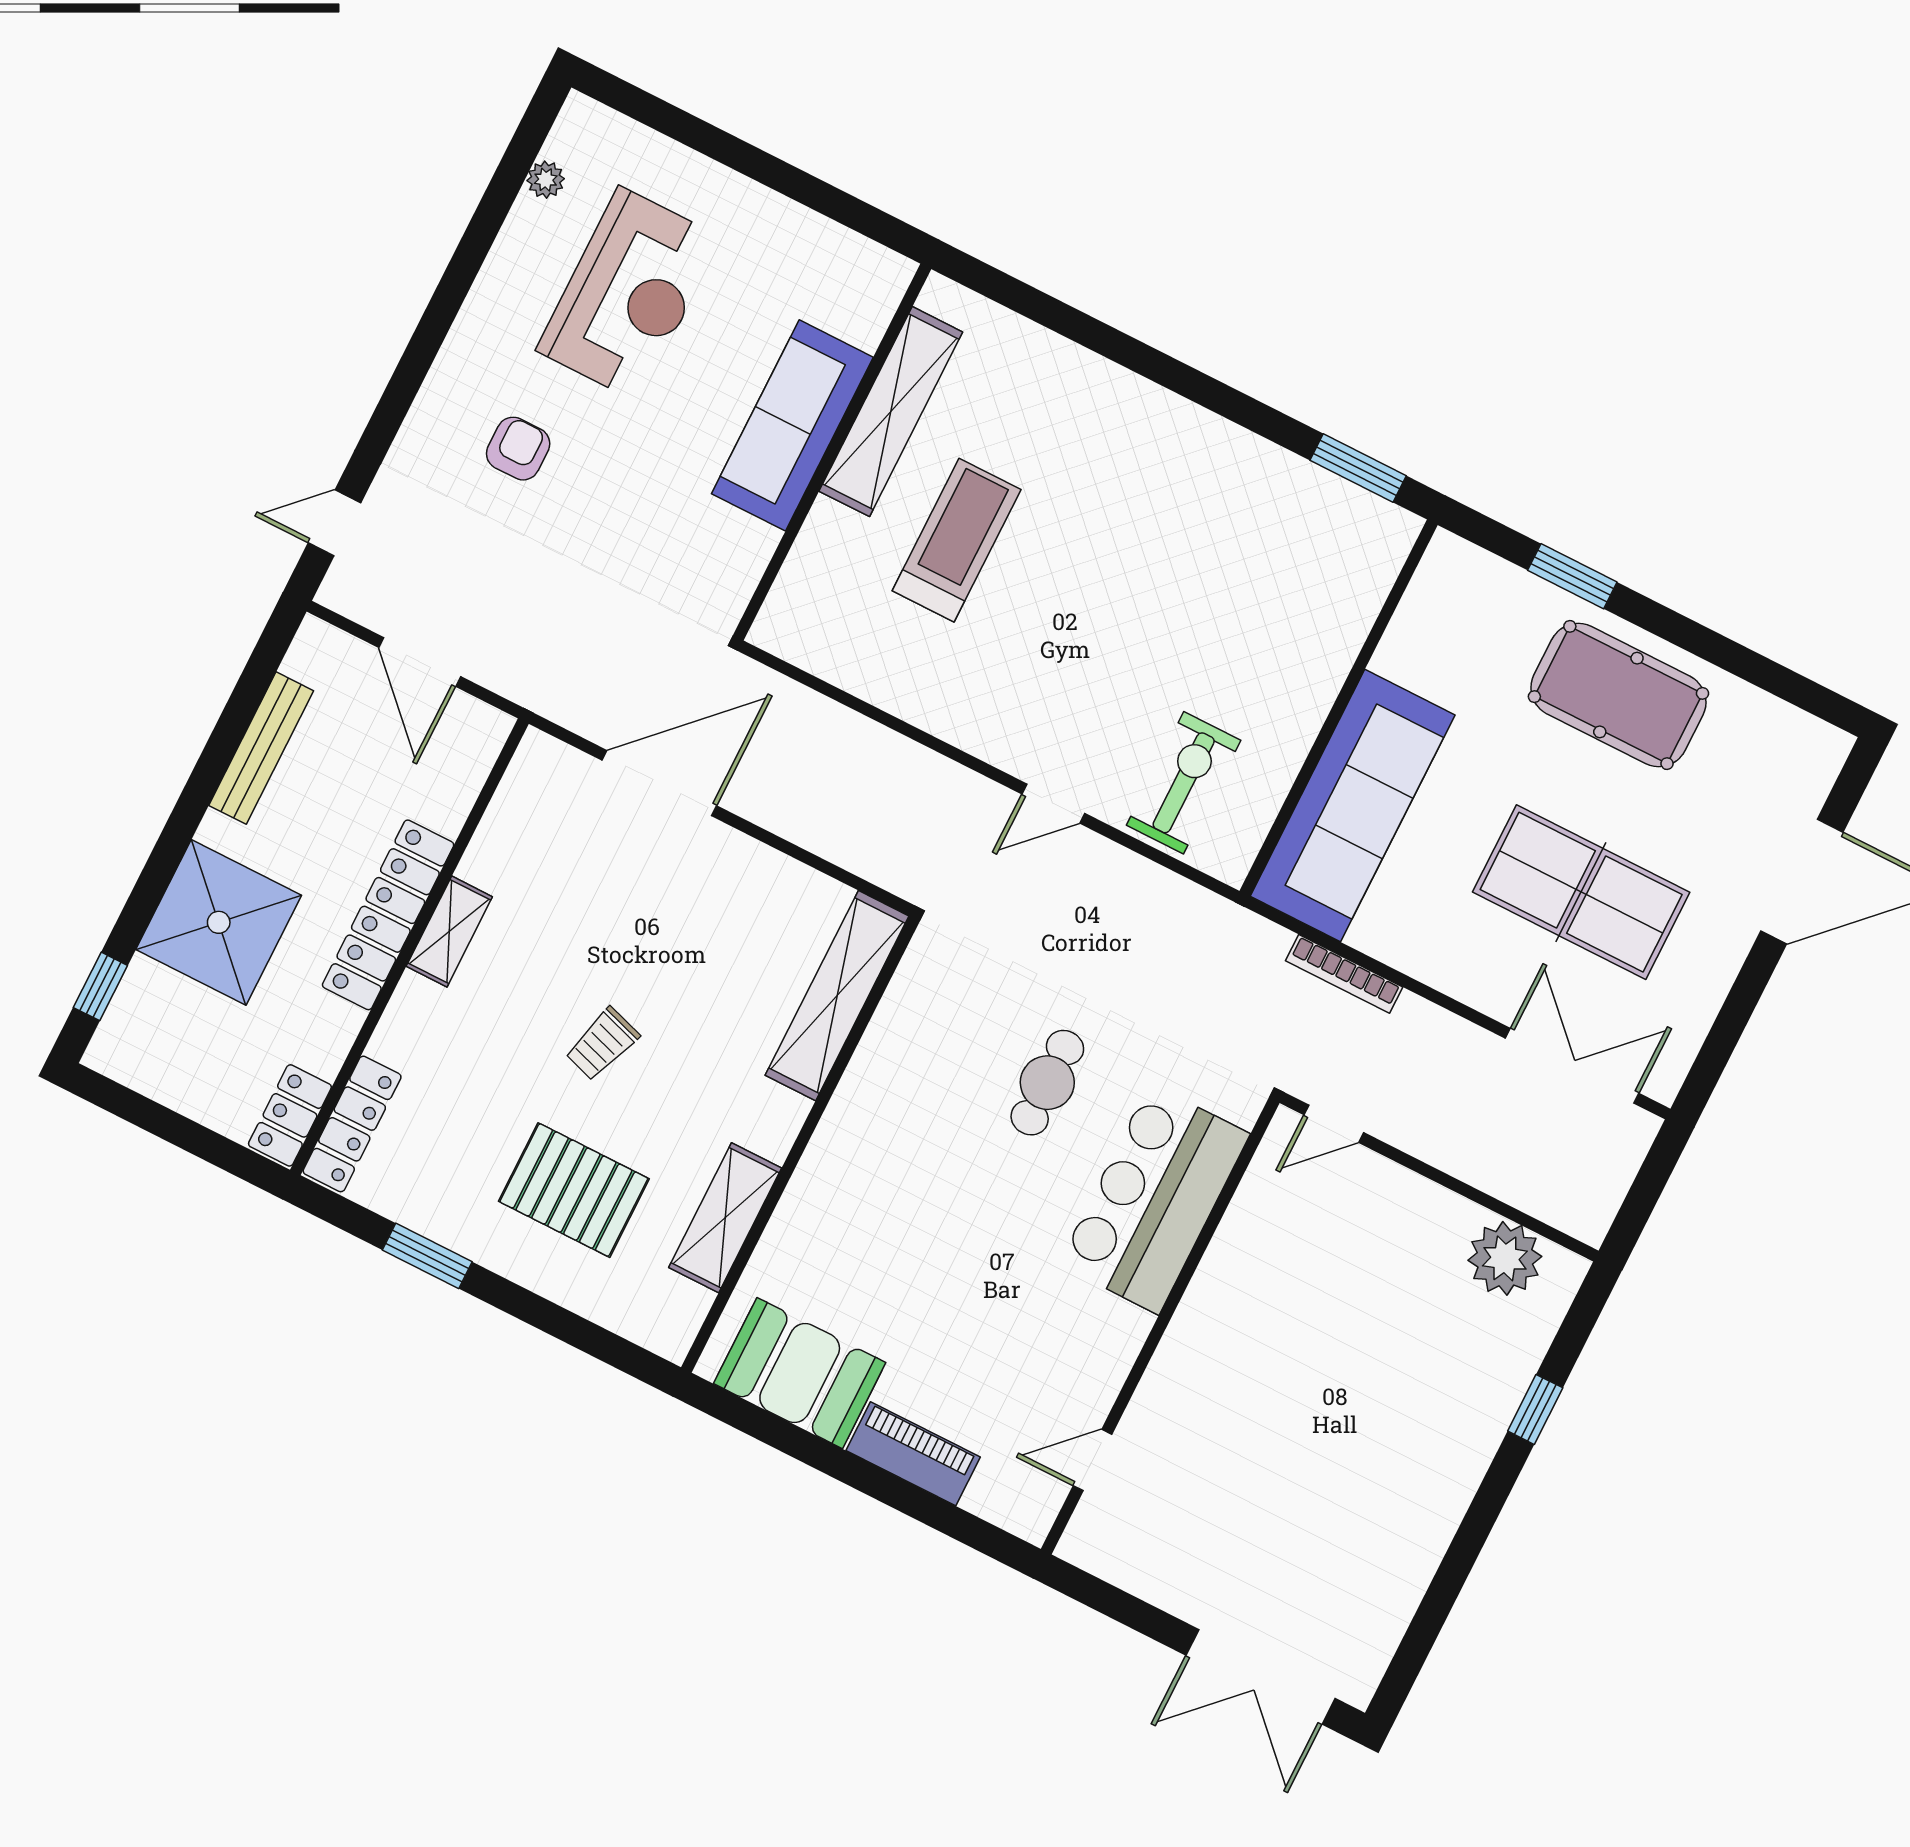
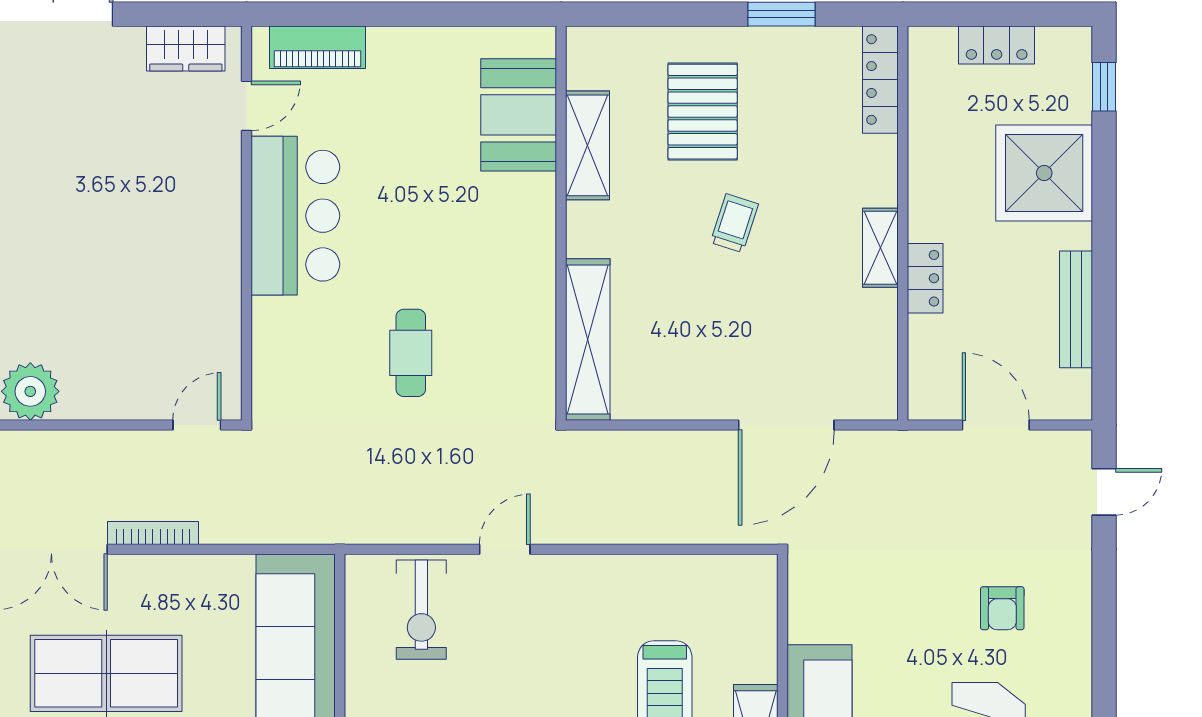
locker: (388, 915) -> (925, 278), width x0.46, depth x0.83
bookcase: (1344, 974) -> (153, 533), moved
locker: (290, 1115) -> (997, 45), moved, turned 90
pallet: (574, 1190) -> (703, 112), turned 90
bar counter: (1154, 1199) -> (295, 216), moved
booth: (800, 1373) -> (519, 115), moved, turned 90
piano: (913, 1454) -> (317, 47), moved
wardrobe: (1129, 1561) -> (186, 48), added

